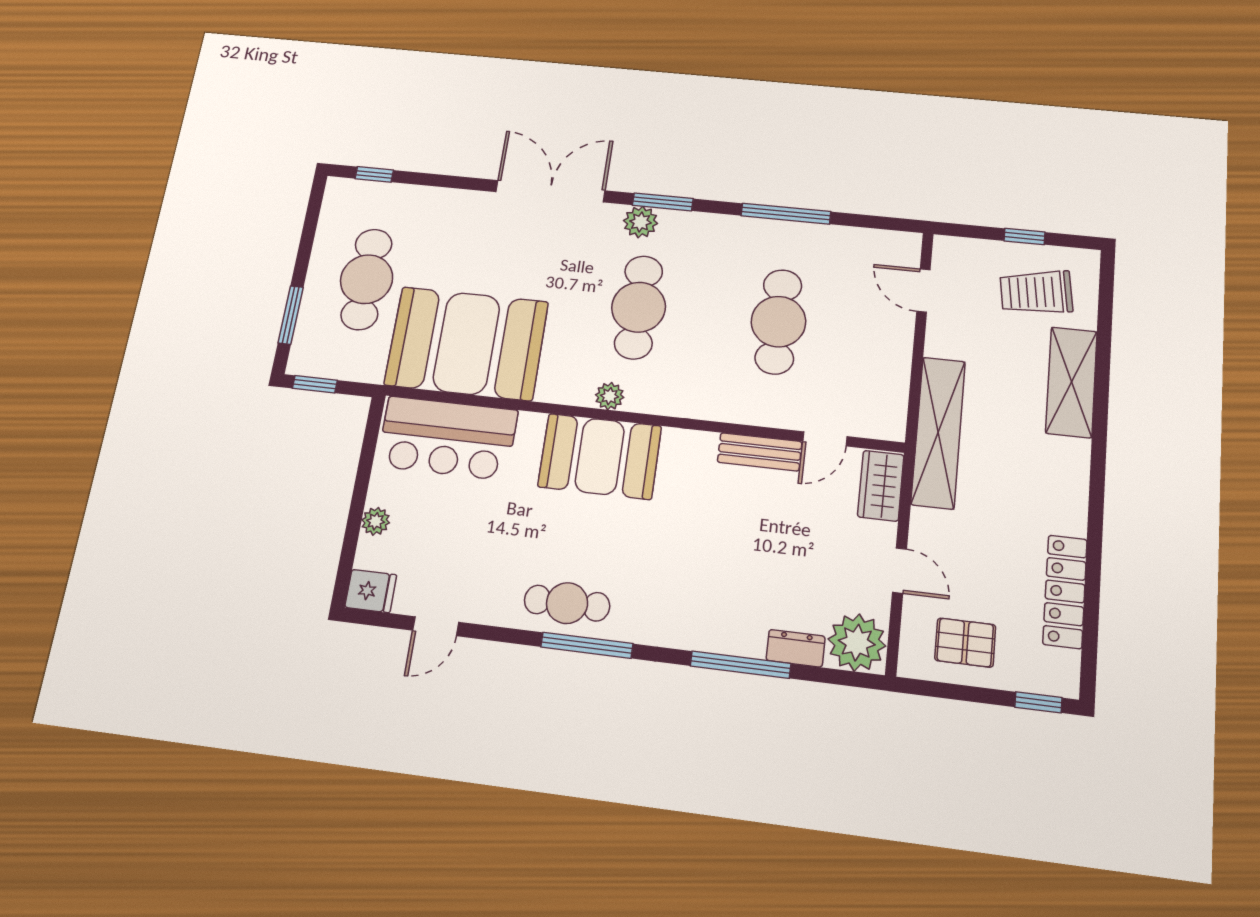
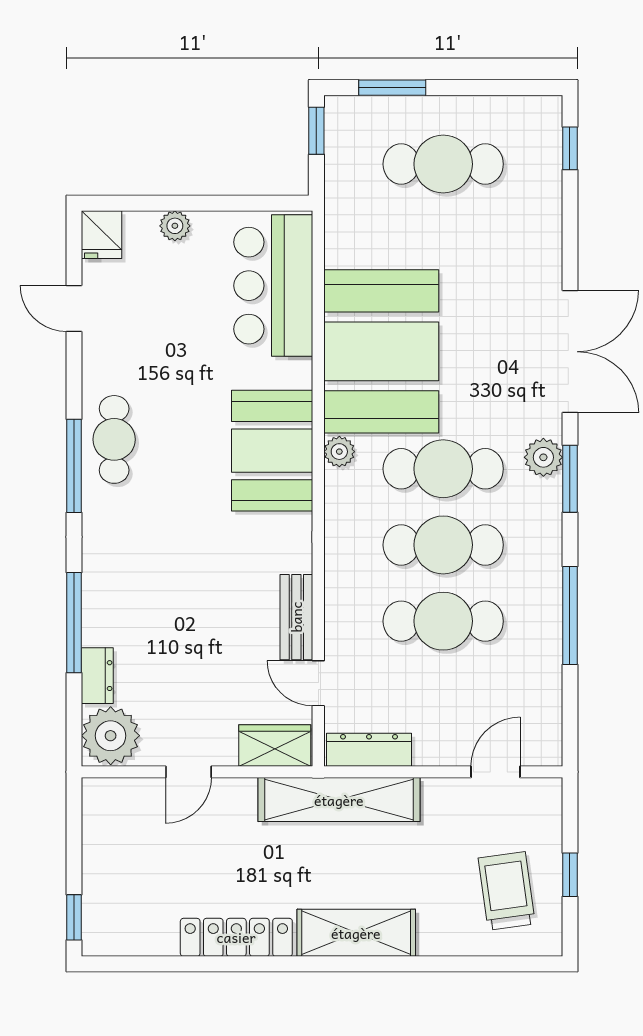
cafe table: (708, 314) -> (443, 545), added
booth: (466, 343) -> (381, 351), moved
shelving: (1071, 382) -> (356, 933), moved
dresser: (893, 400) -> (369, 750), added
locker: (1065, 591) -> (236, 937), moved
pallet: (965, 643) -> (124, 842), removed

